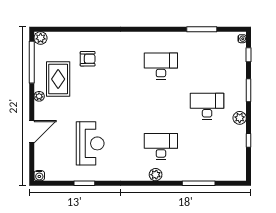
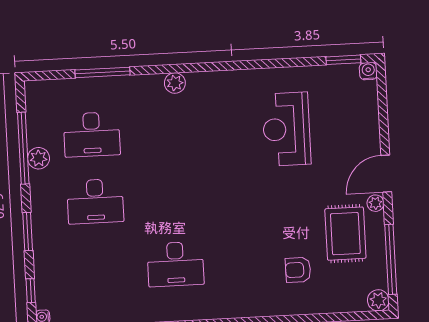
plant: (240, 118) -> (39, 158), moved
door: (32, 132) -> (386, 174), moved
window: (249, 140) -> (23, 148), width x3.17
desk: (161, 146) -> (92, 134), moved
window: (84, 183) -> (343, 60), moved

